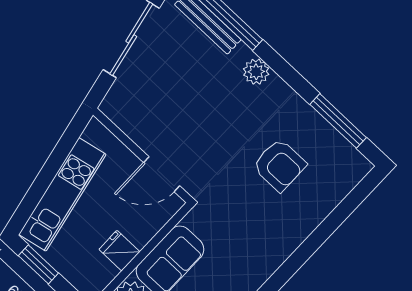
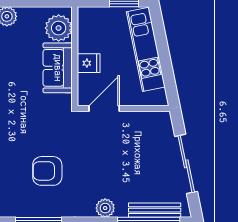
fridge: (119, 251) -> (89, 63), moved

